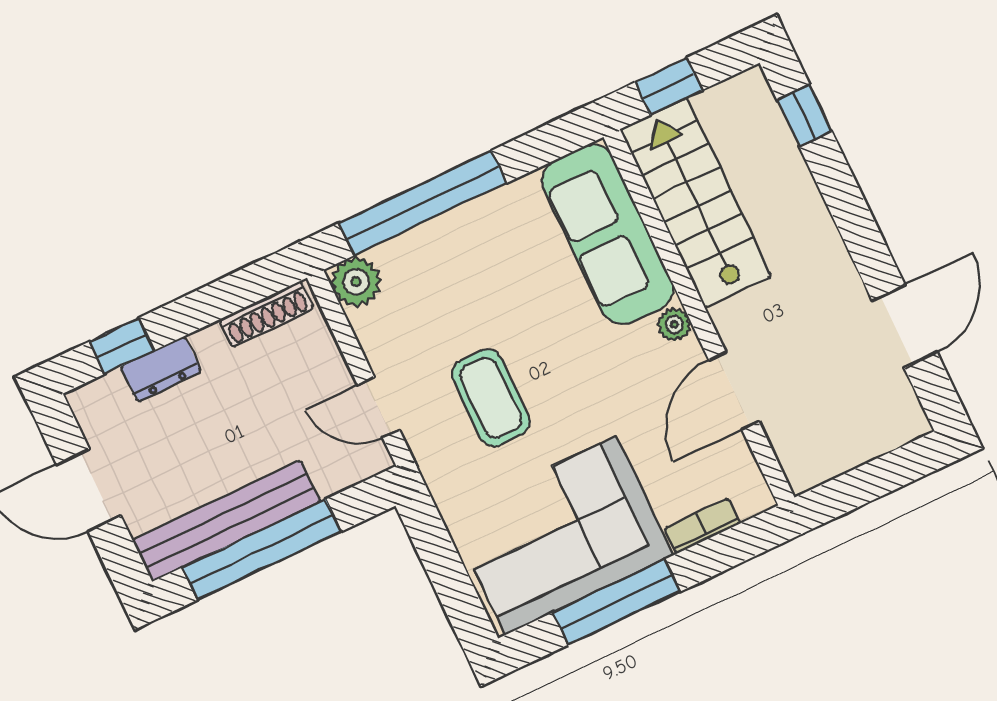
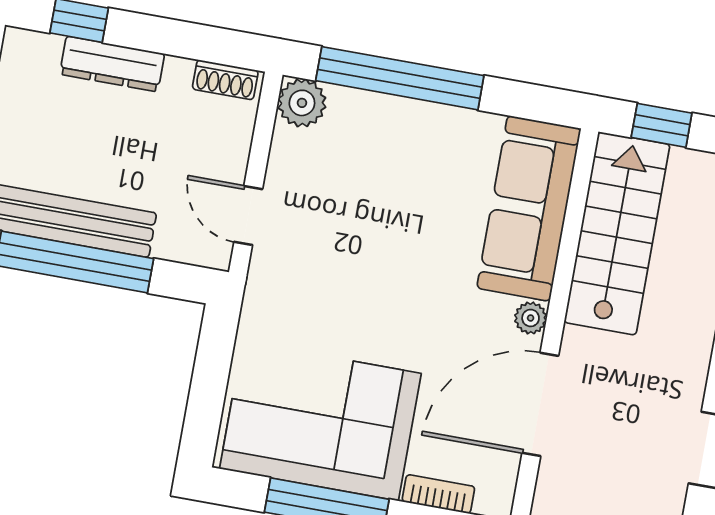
shoe rack: (266, 314) -> (225, 80), width x0.70
dresser: (161, 369) -> (112, 64), width x1.44
door: (734, 390) -> (540, 404), width x1.36
coffee table: (491, 398) -> (343, 272), removed

